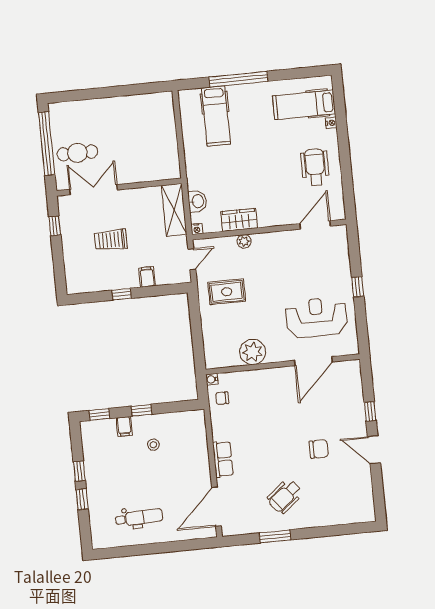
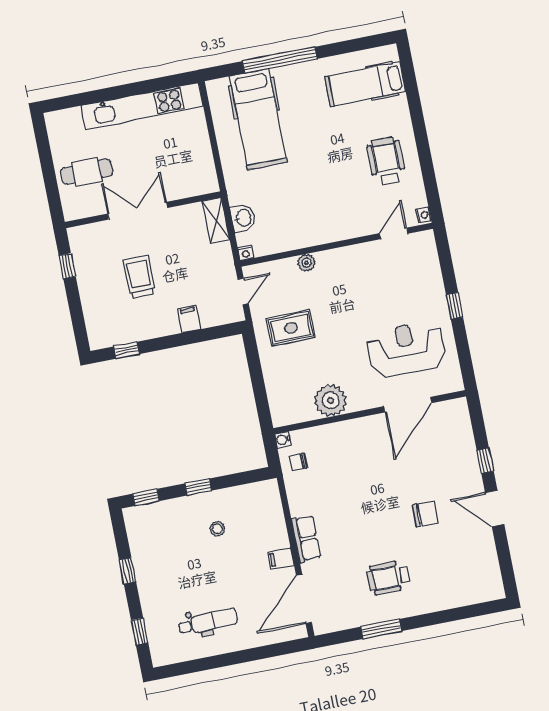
kitchen unit: (126, 105) -> (142, 106), added
hospital bed: (216, 116) -> (258, 119), width x1.37, depth x1.29
nightstand: (331, 123) -> (423, 215), moved
window: (47, 144) -> (47, 164), removed
double door: (93, 190) -> (138, 211), moved
shelving: (174, 210) -> (216, 220), width x0.67, depth x0.75
wardrobe: (239, 220) -> (298, 236), removed
door: (315, 225) -> (394, 233), width x0.73
trolley: (111, 240) -> (139, 277), turned 90
window: (122, 294) -> (127, 350), moved
filing cabinet: (124, 426) -> (281, 558), moved, turned 90
wheelchair: (285, 496) -> (389, 577), turned 39
window: (82, 499) -> (140, 631), moved

